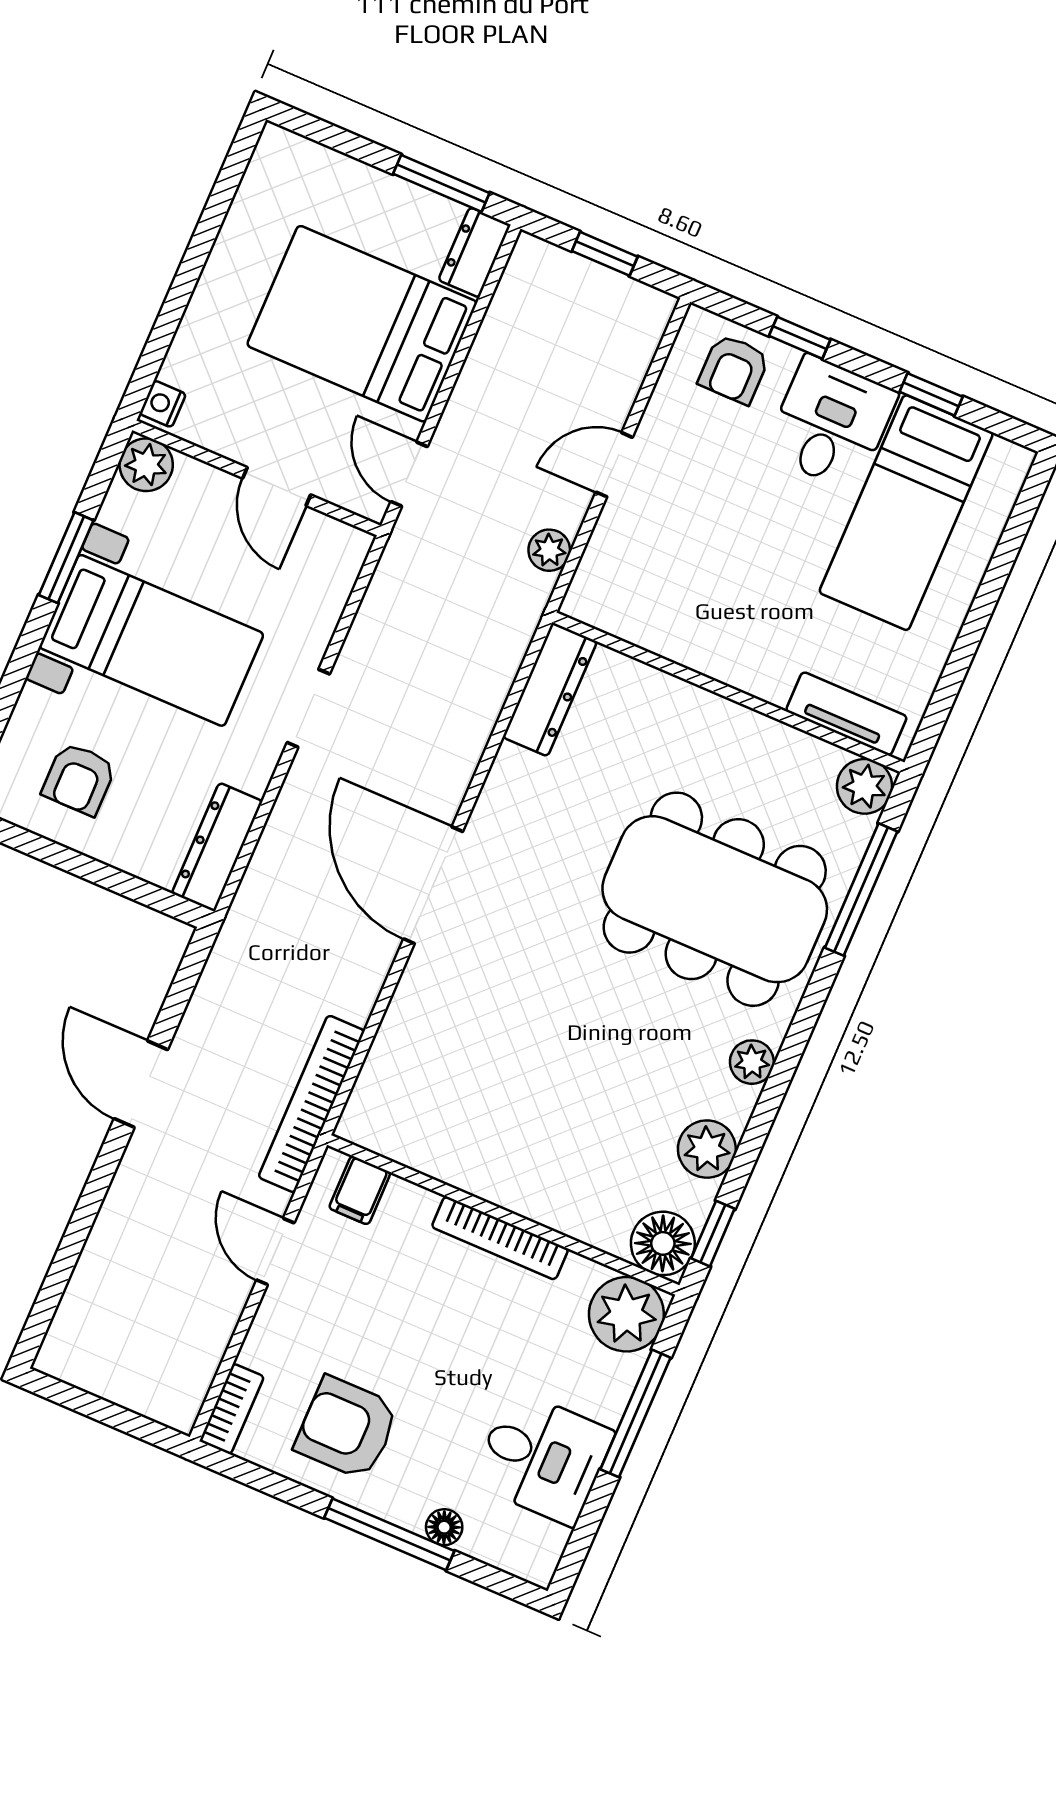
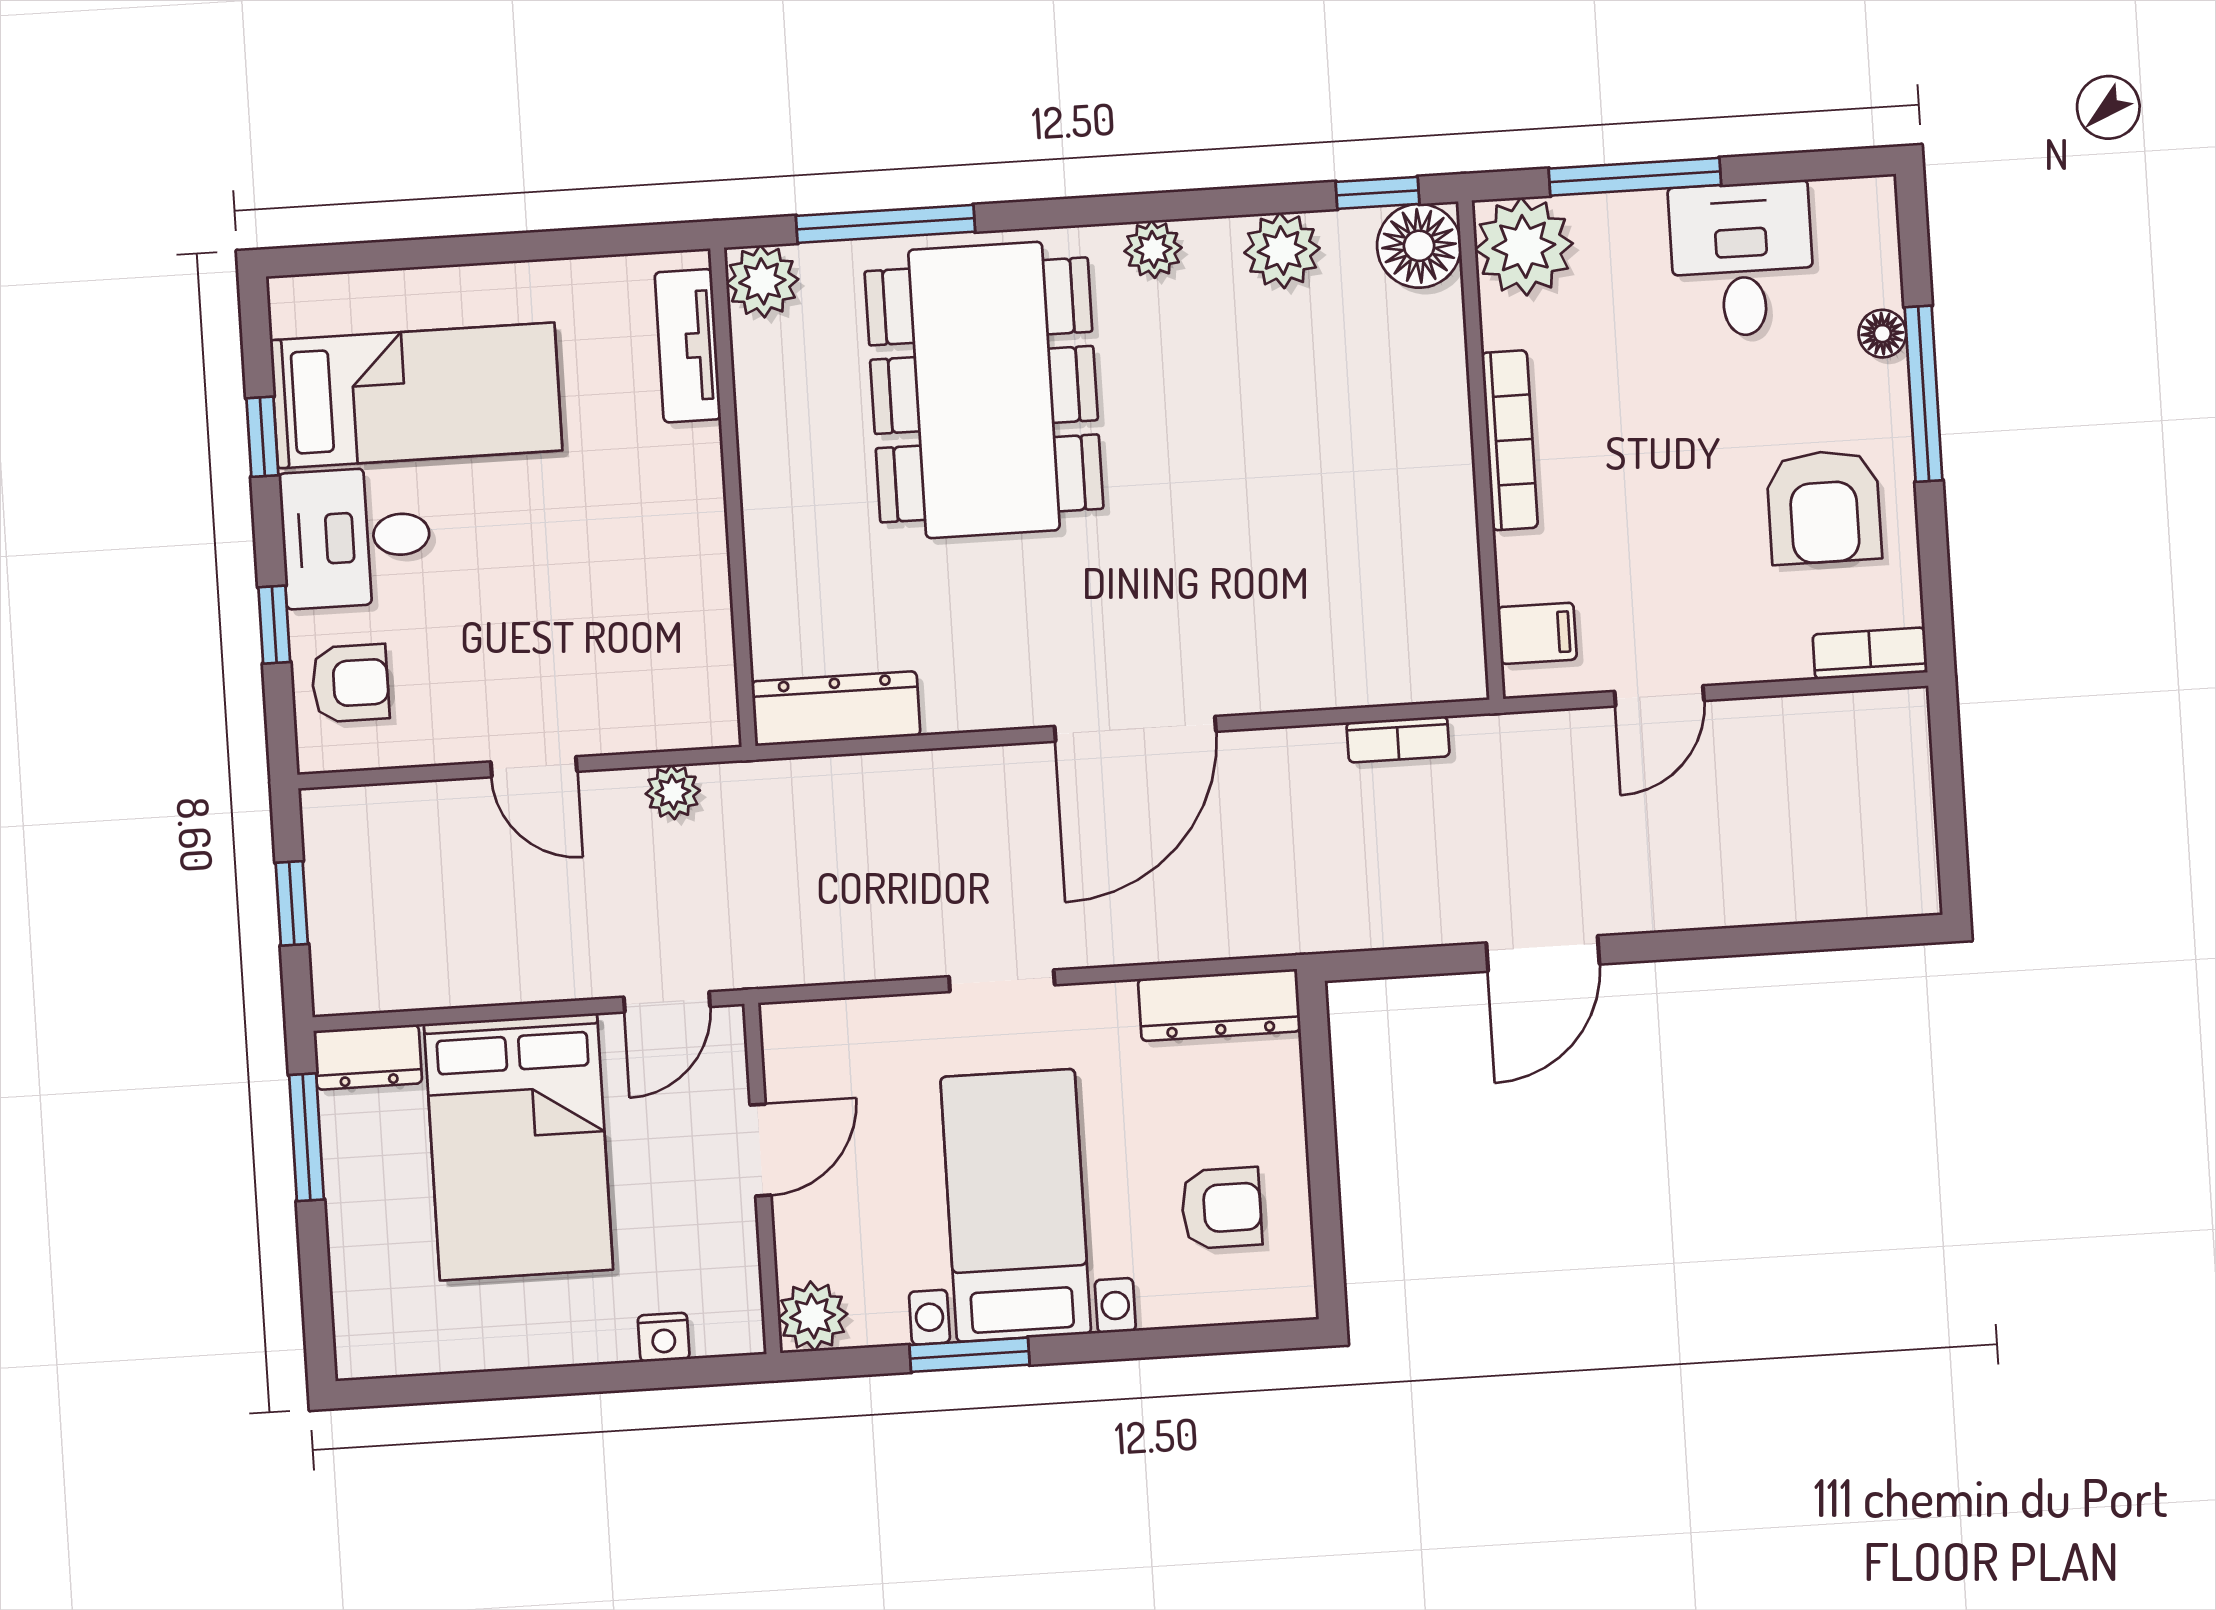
nightstand: (163, 404) -> (664, 1337), moved
bookcase: (311, 1104) -> (1398, 739), width x0.43, depth x0.76

